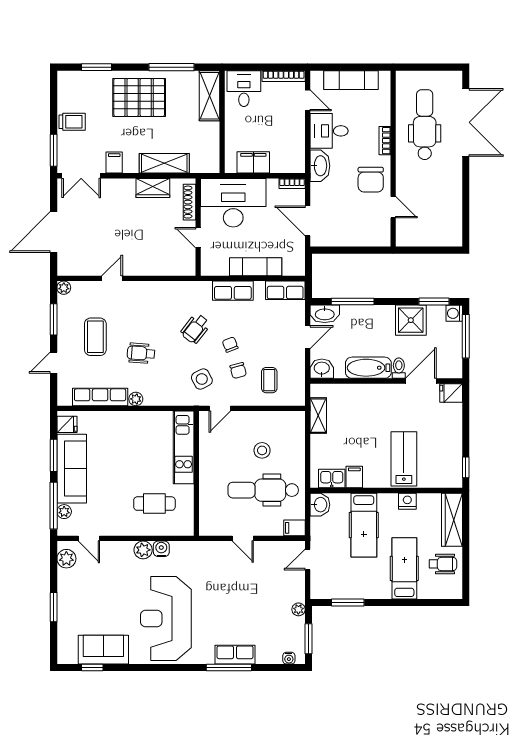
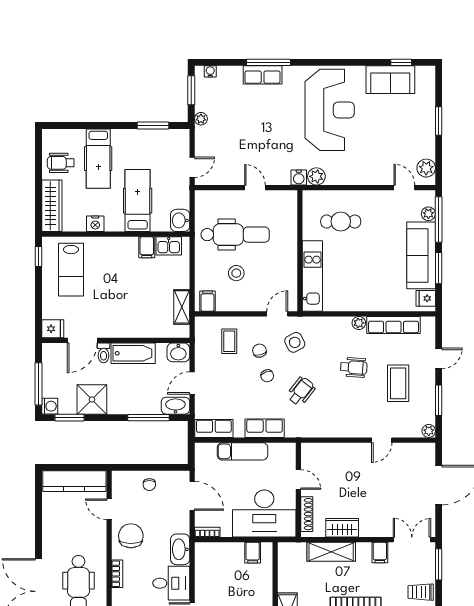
filing cabinet: (253, 162) -> (253, 553), width x0.50
chair: (352, 232) -> (149, 485), added
kitchen counter: (429, 236) -> (74, 481), added
lab bench: (404, 459) -> (71, 270), moved
filing cabinet: (294, 528) -> (207, 301), moved, turned -90
water cooler: (161, 549) -> (299, 178), moved
plant: (143, 550) -> (316, 176), moved

